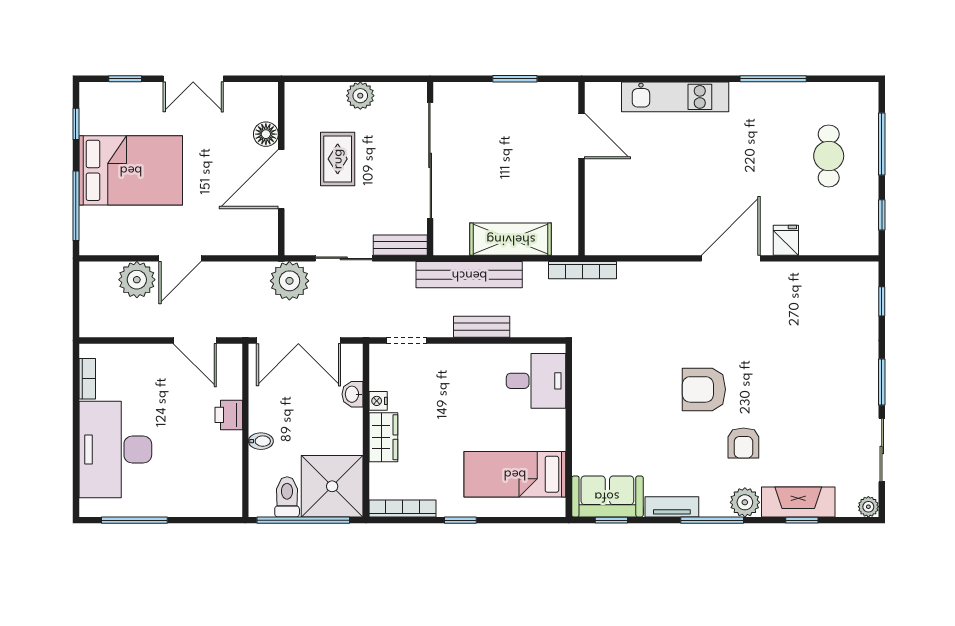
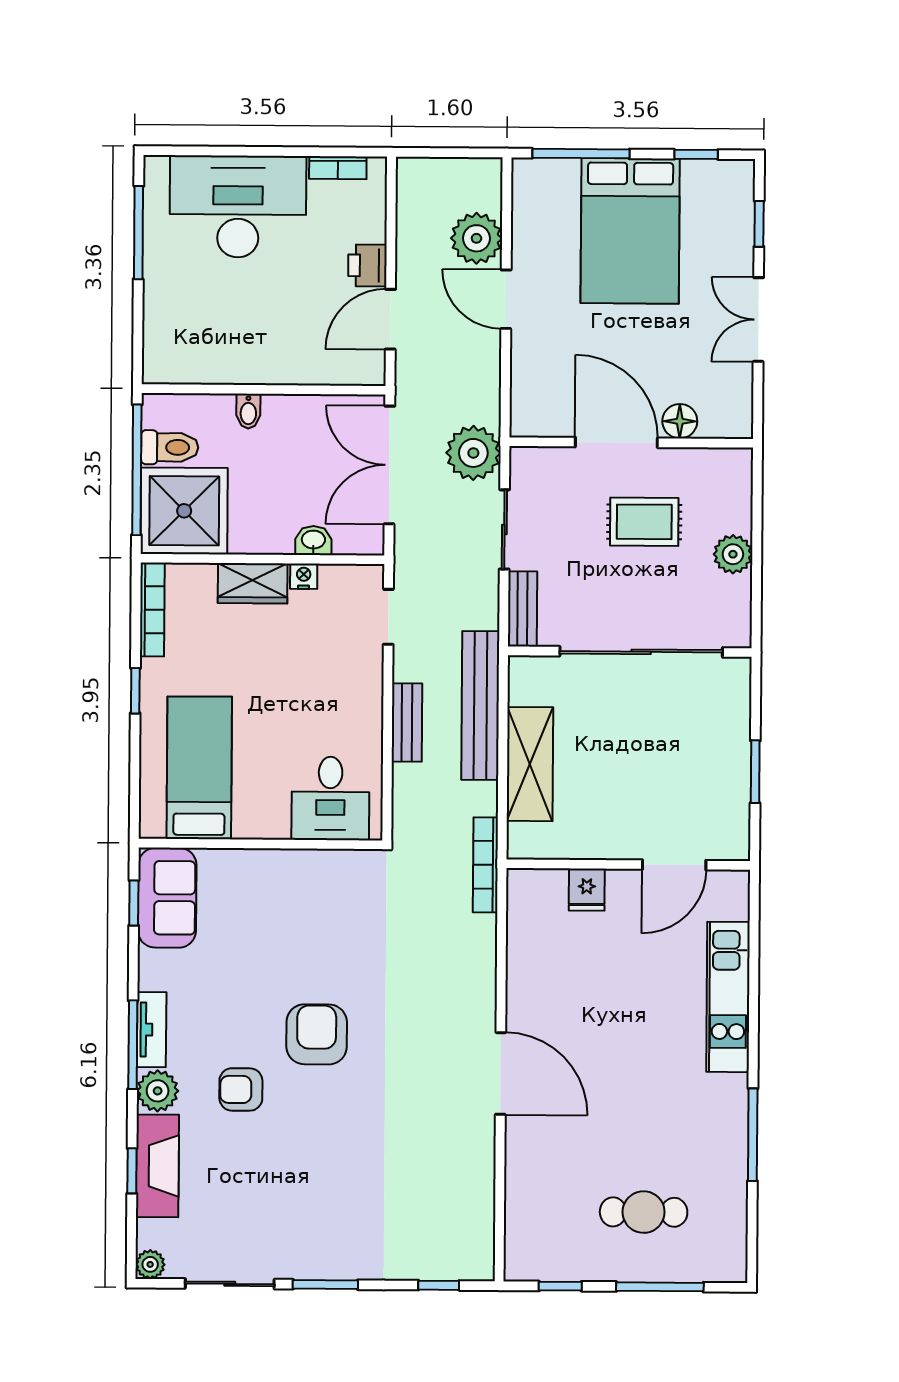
fridge: (786, 240) -> (587, 890), moved, turned 90
printer: (229, 415) -> (367, 265), moved, turned -90
tv unit: (672, 507) -> (152, 1030), moved

